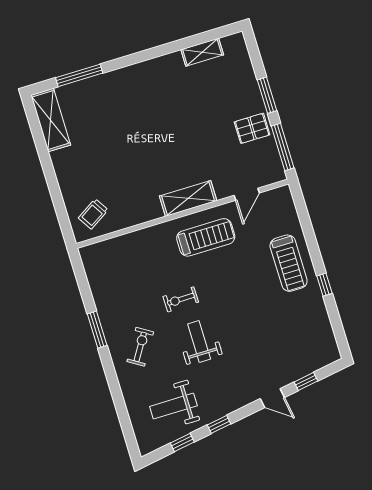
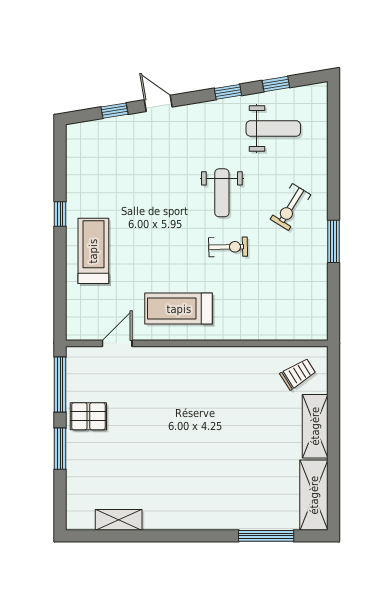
shelving: (188, 198) -> (315, 426), moved, turned 90

